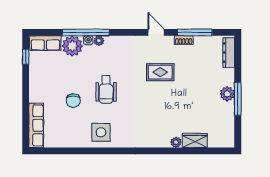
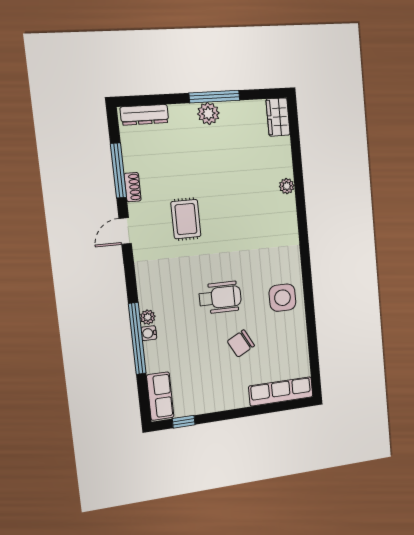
plant: (72, 46) -> (160, 356), removed
chair: (73, 101) -> (241, 343), turned 152
wardrobe: (195, 140) -> (278, 117), moved

